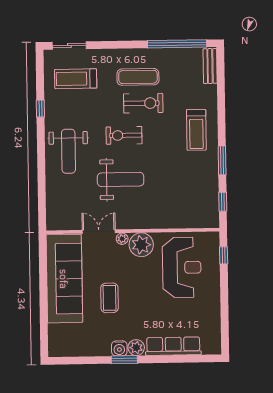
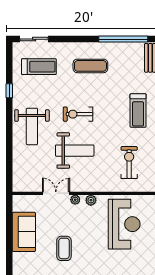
treadmill: (76, 79) -> (39, 67), turned 180
exercise bike: (143, 103) -> (129, 163), moved, turned -90
plant: (141, 245) -> (91, 200), width x0.53, depth x0.53
sofa: (64, 279) -> (24, 232), width x0.54, depth x0.79

